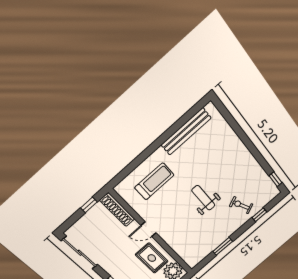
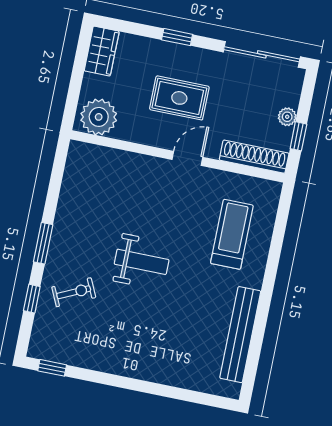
treadmill: (154, 181) -> (232, 234), turned 180
plant: (88, 217) -> (287, 117), added
window: (223, 246) -> (43, 243), moved
rug: (152, 258) -> (179, 98), moved

